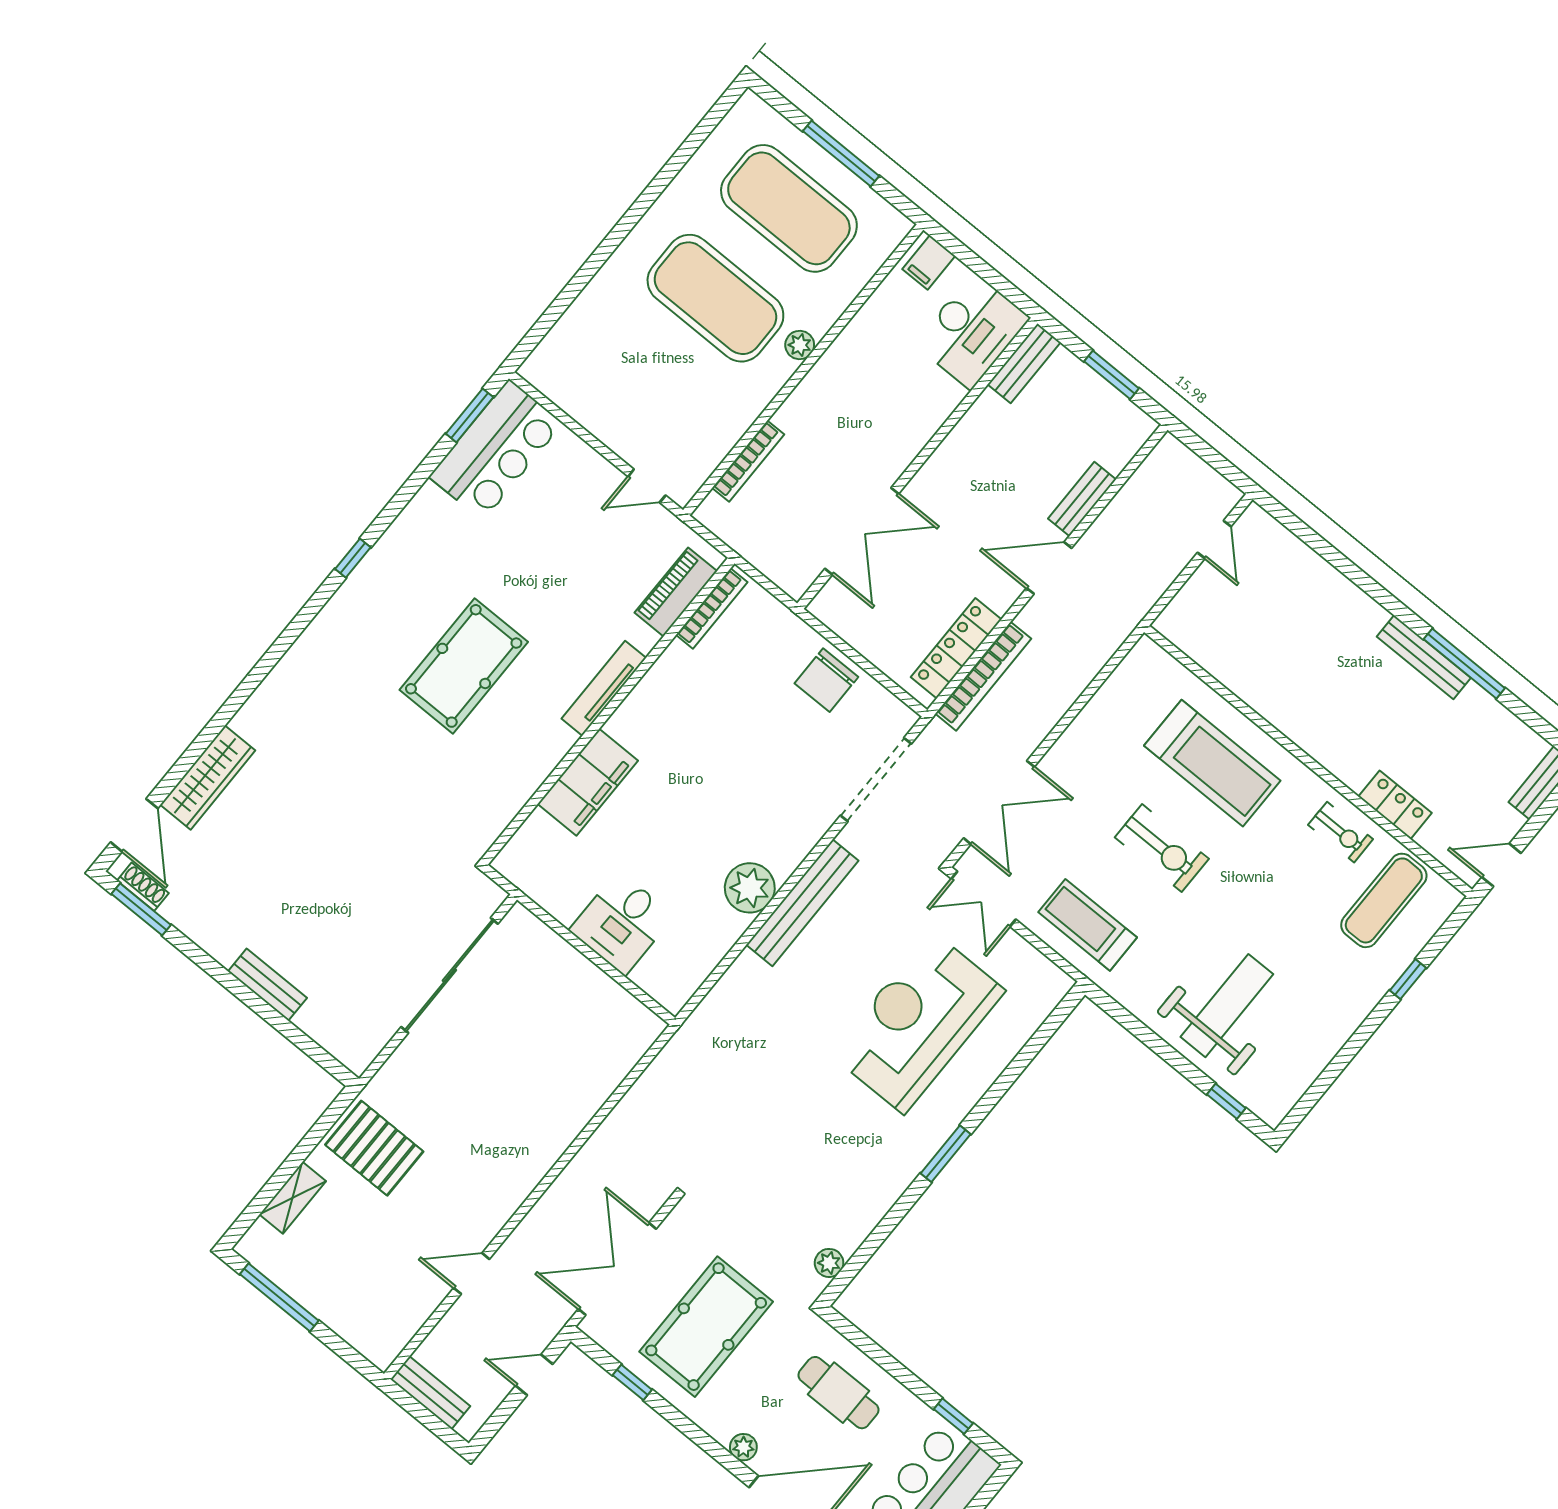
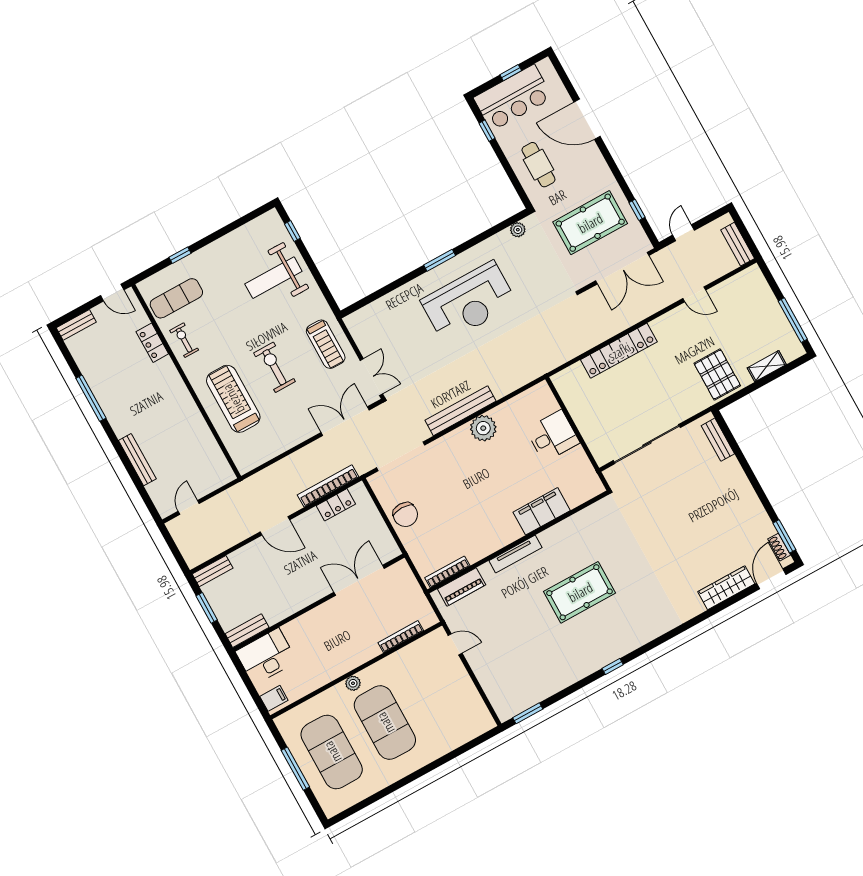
bar counter: (496, 450) -> (522, 691), removed
bench: (1082, 499) -> (213, 571), moved
locker: (956, 648) -> (336, 505), width x0.66
bench: (1424, 657) -> (137, 460), moved
chair: (826, 680) -> (405, 515), turned 90
bench: (267, 985) -> (718, 440), moved
reception desk: (918, 1022) -> (469, 302), moved
locker: (565, 1121) -> (619, 351), added
door: (534, 1375) -> (684, 233), swing flipped
plant: (743, 1447) -> (595, 157), removed

